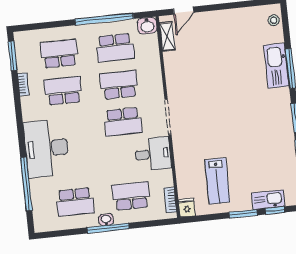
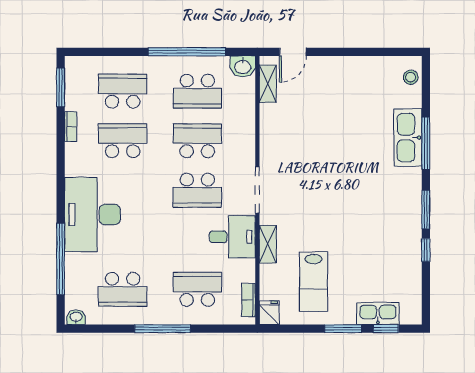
shelving: (180, 157) -> (268, 244), added
washbasin: (106, 220) -> (76, 317), moved

